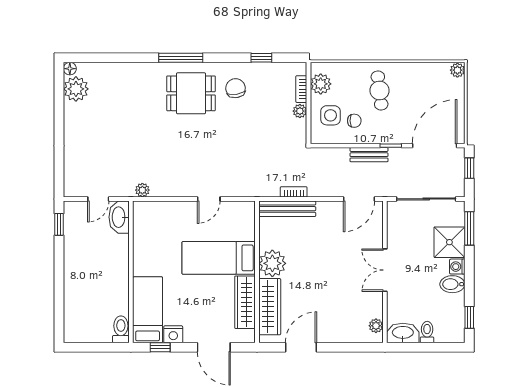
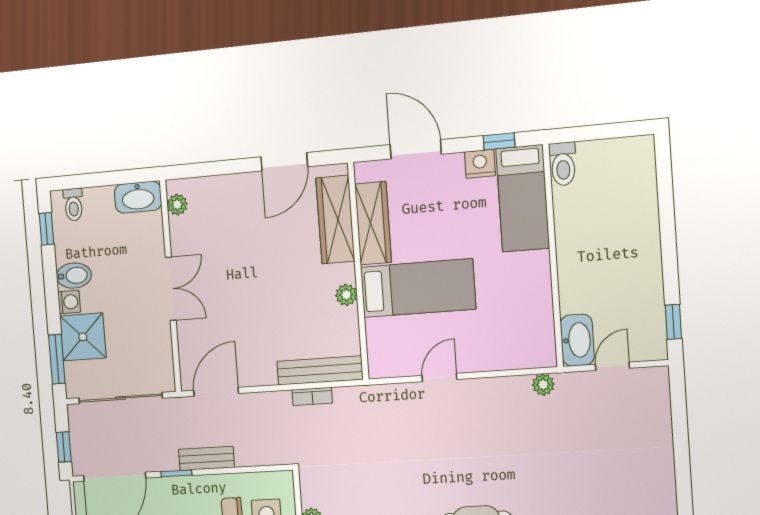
plant: (272, 263) -> (346, 295), width x0.53, depth x0.53
toilet: (427, 332) -> (73, 205), moved

